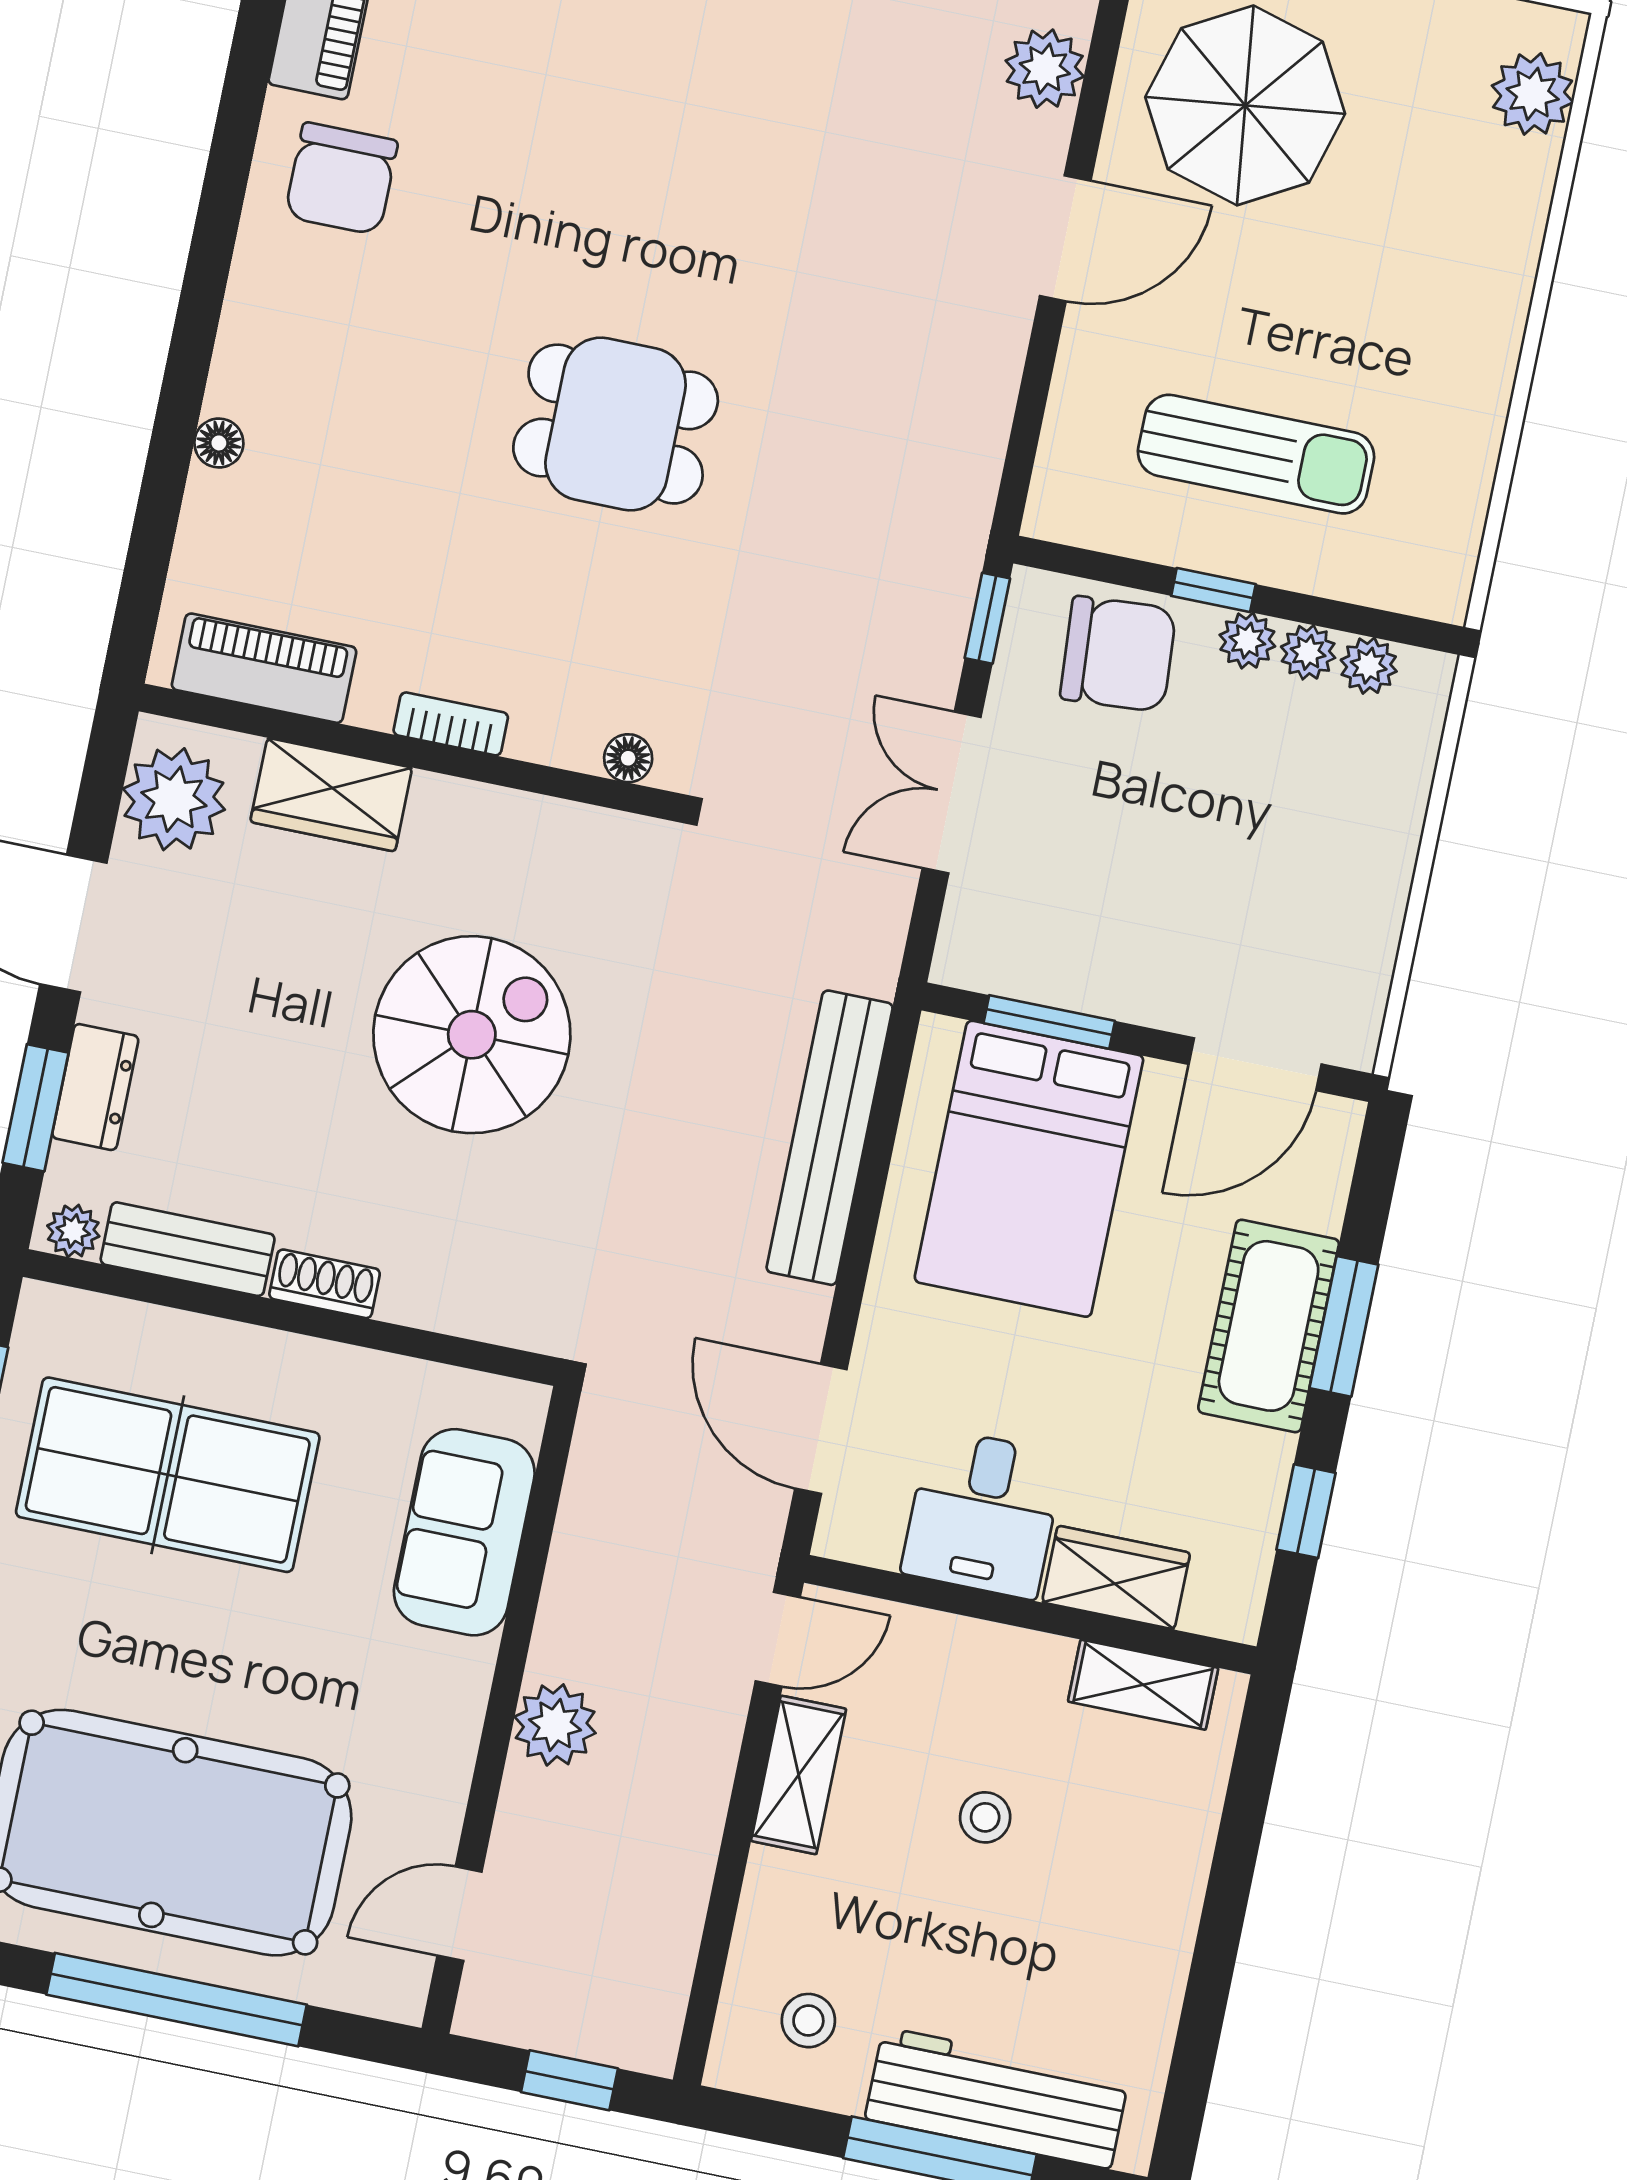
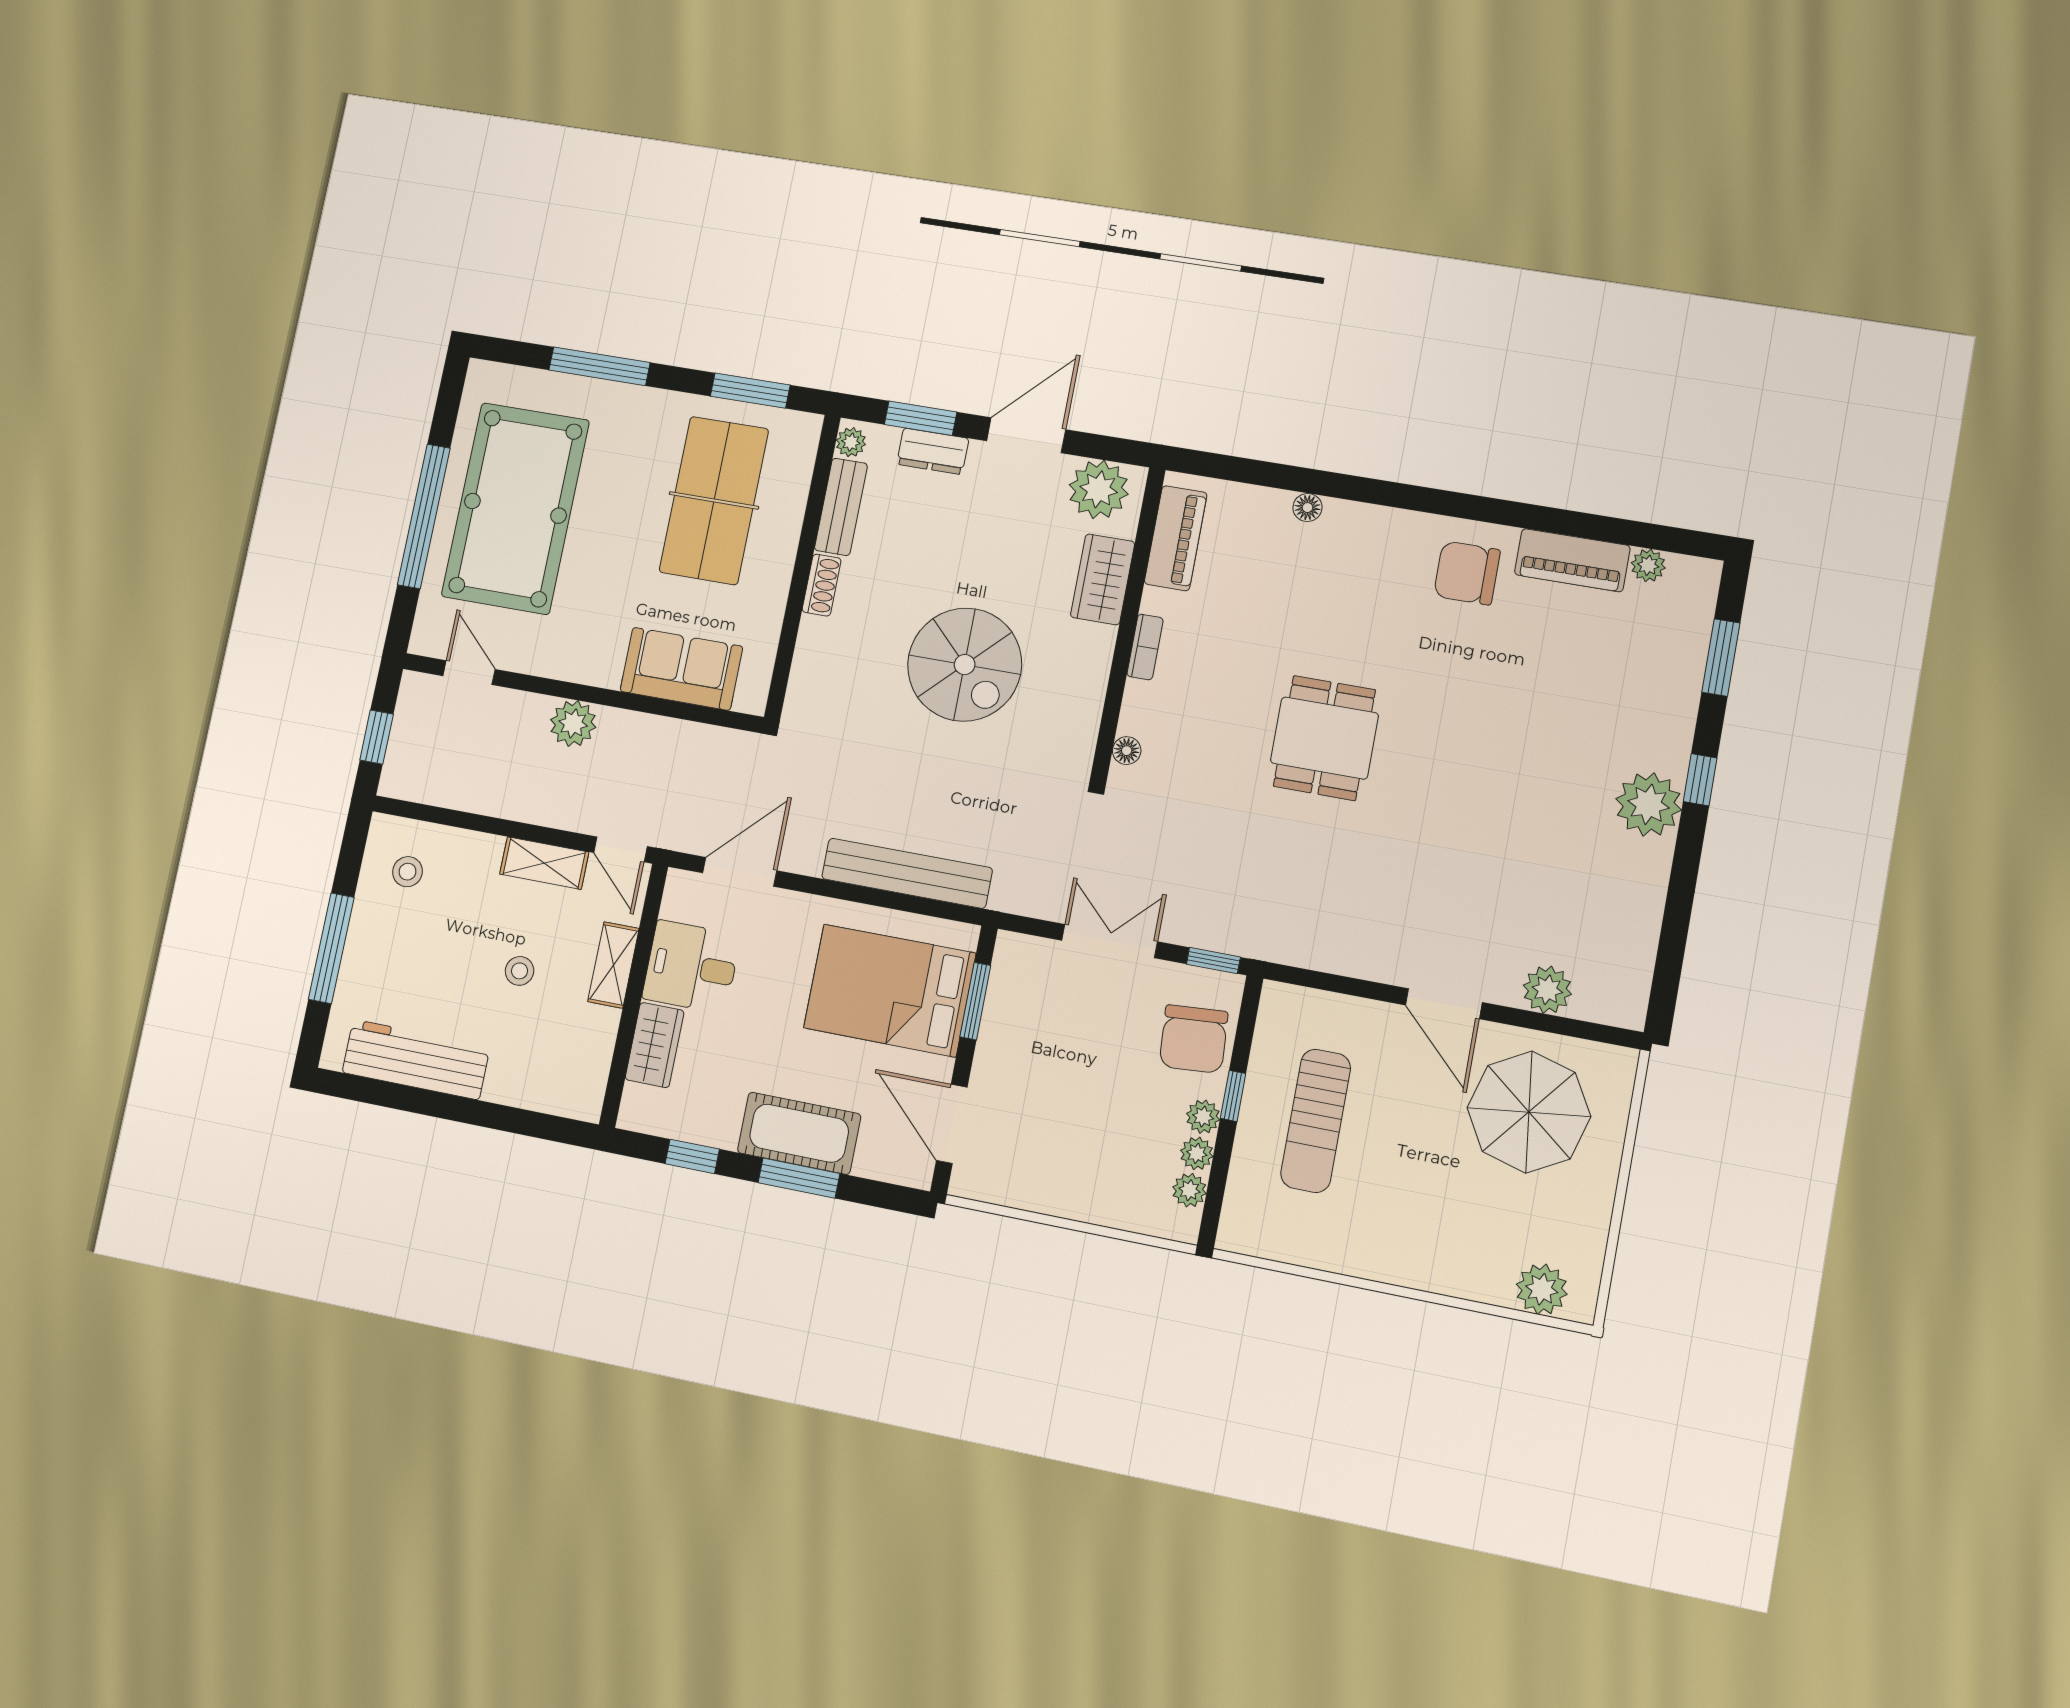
shelving: (1143, 1685) -> (613, 965), moved
workbench: (997, 2098) -> (416, 1060), moved, turned -90

